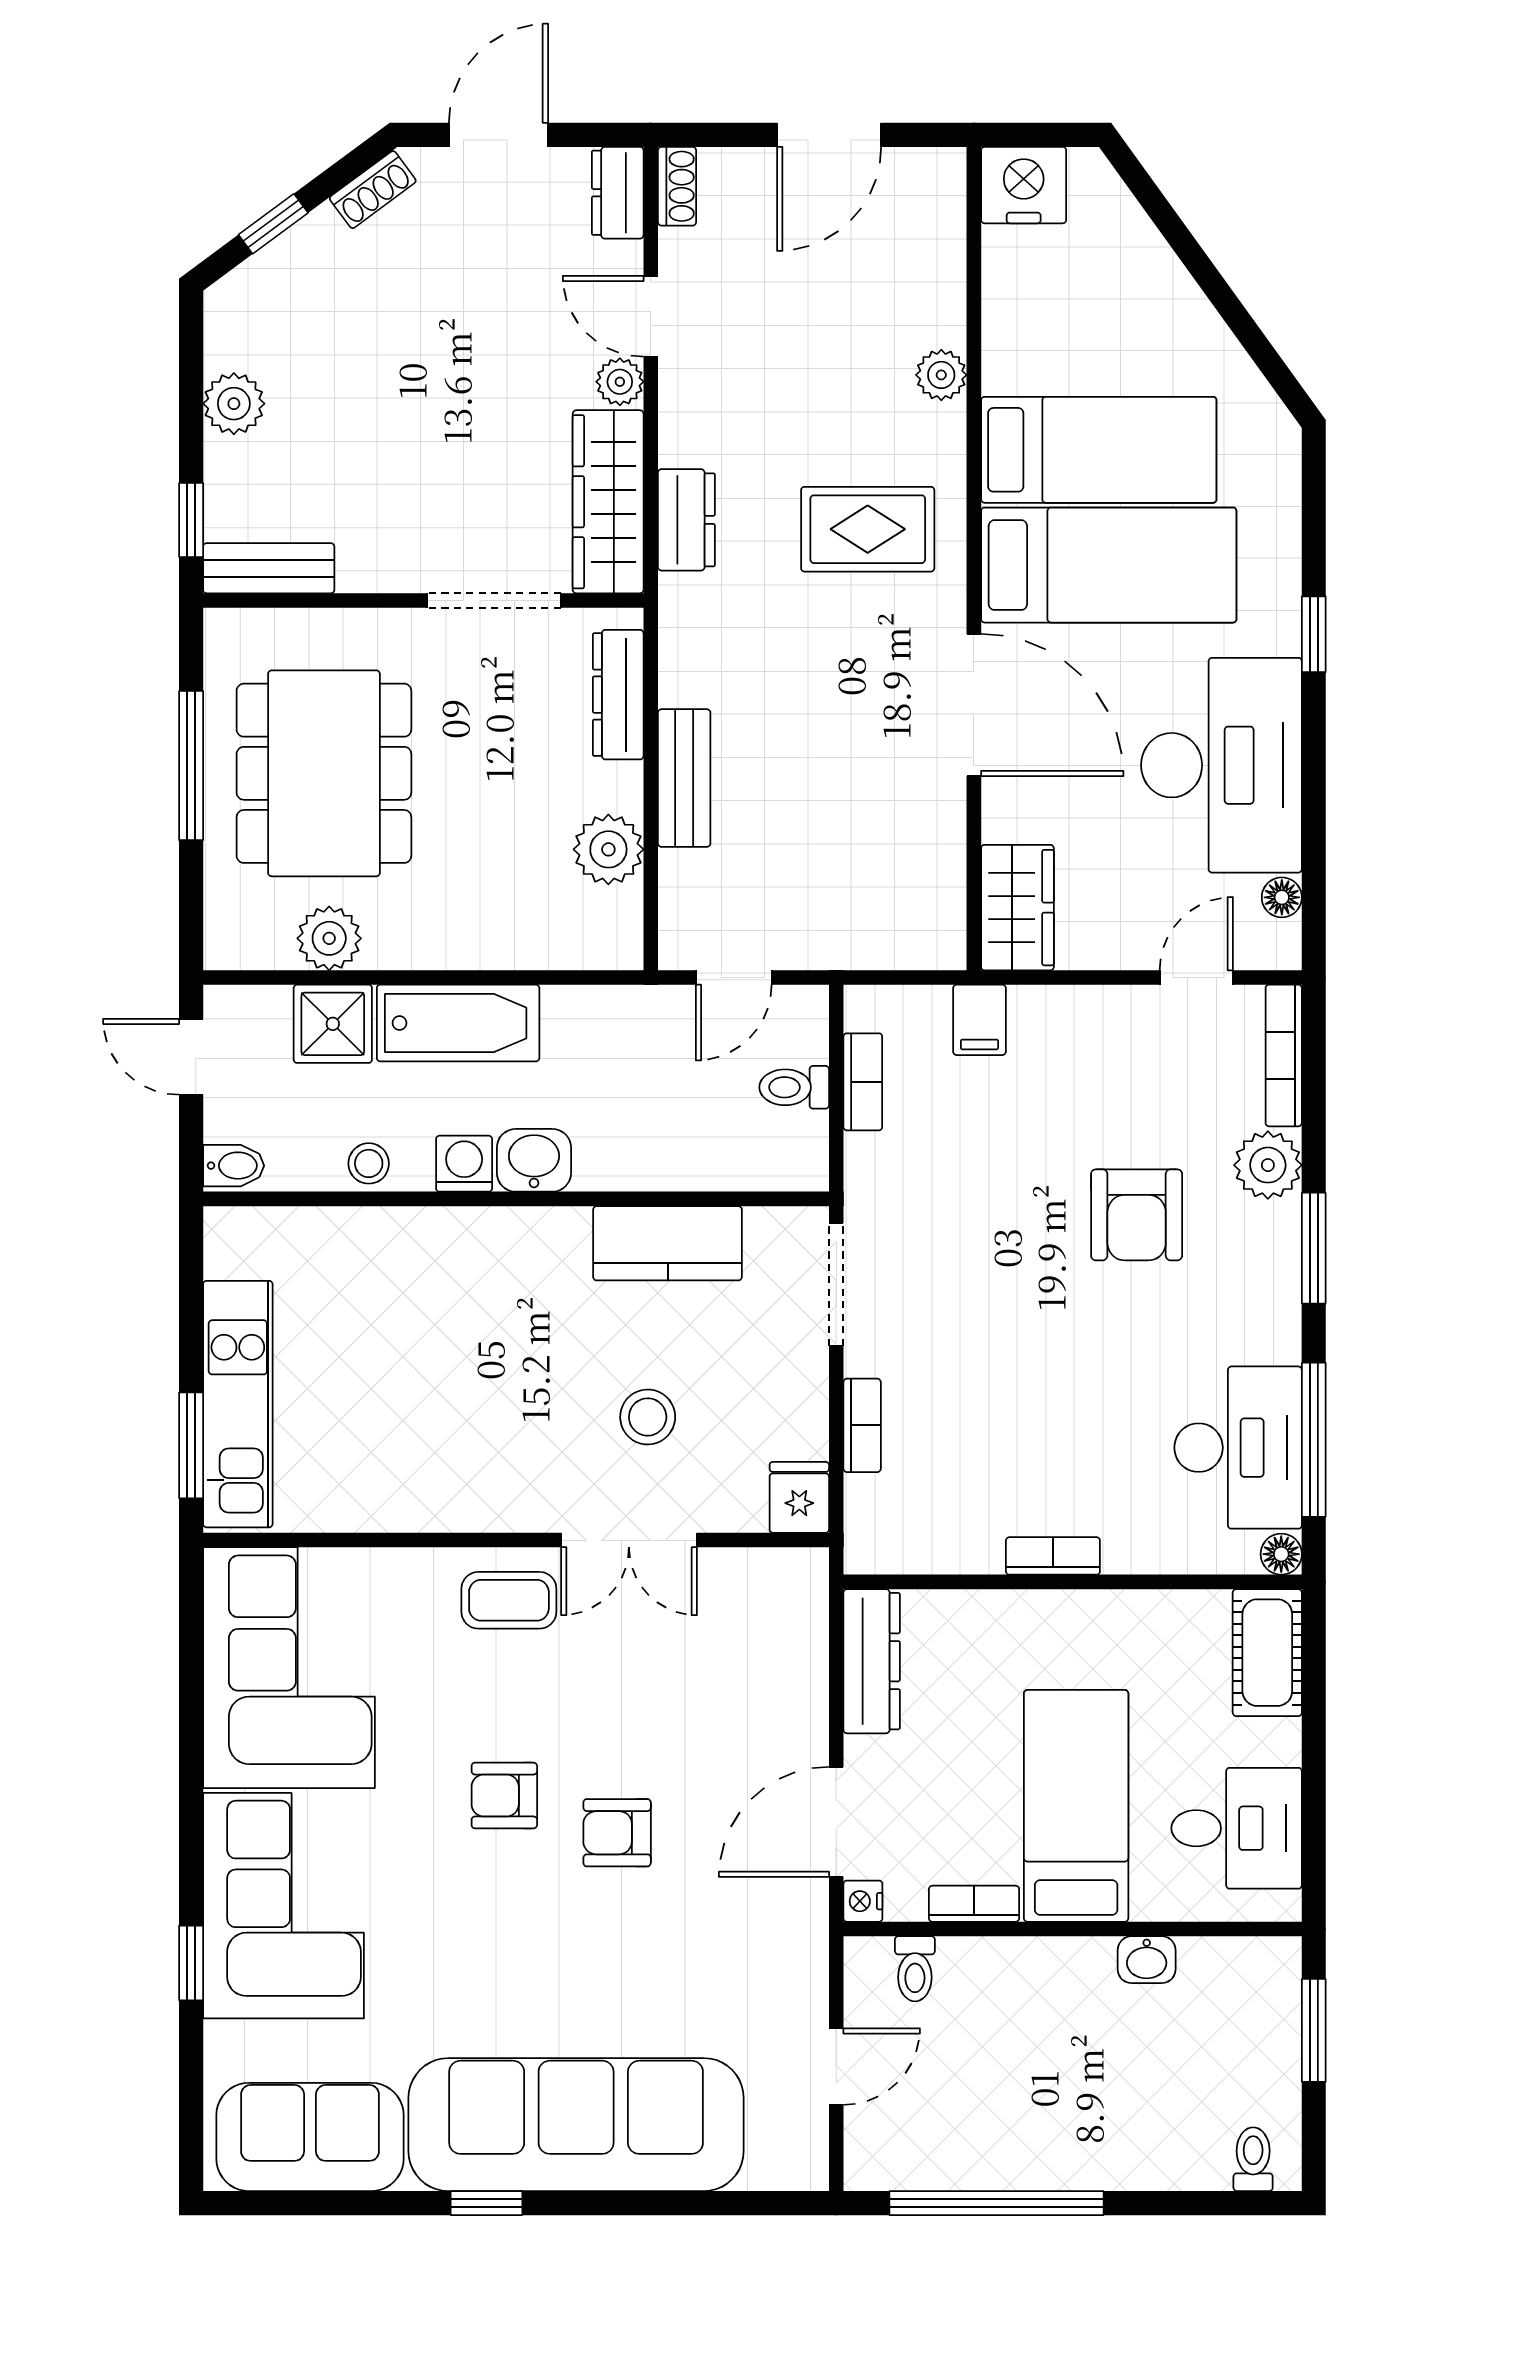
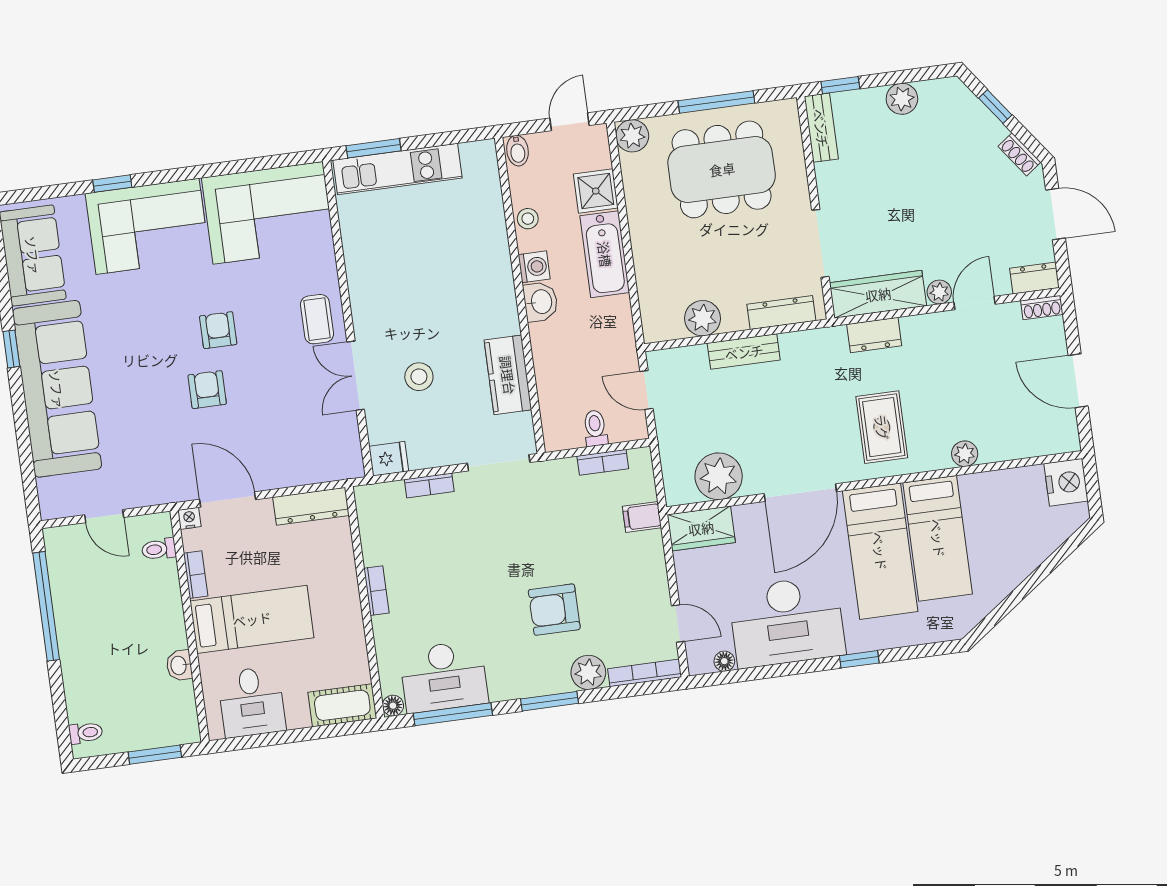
plant: (920, 860) -> (719, 476), added
plant: (329, 938) -> (632, 136), moved

